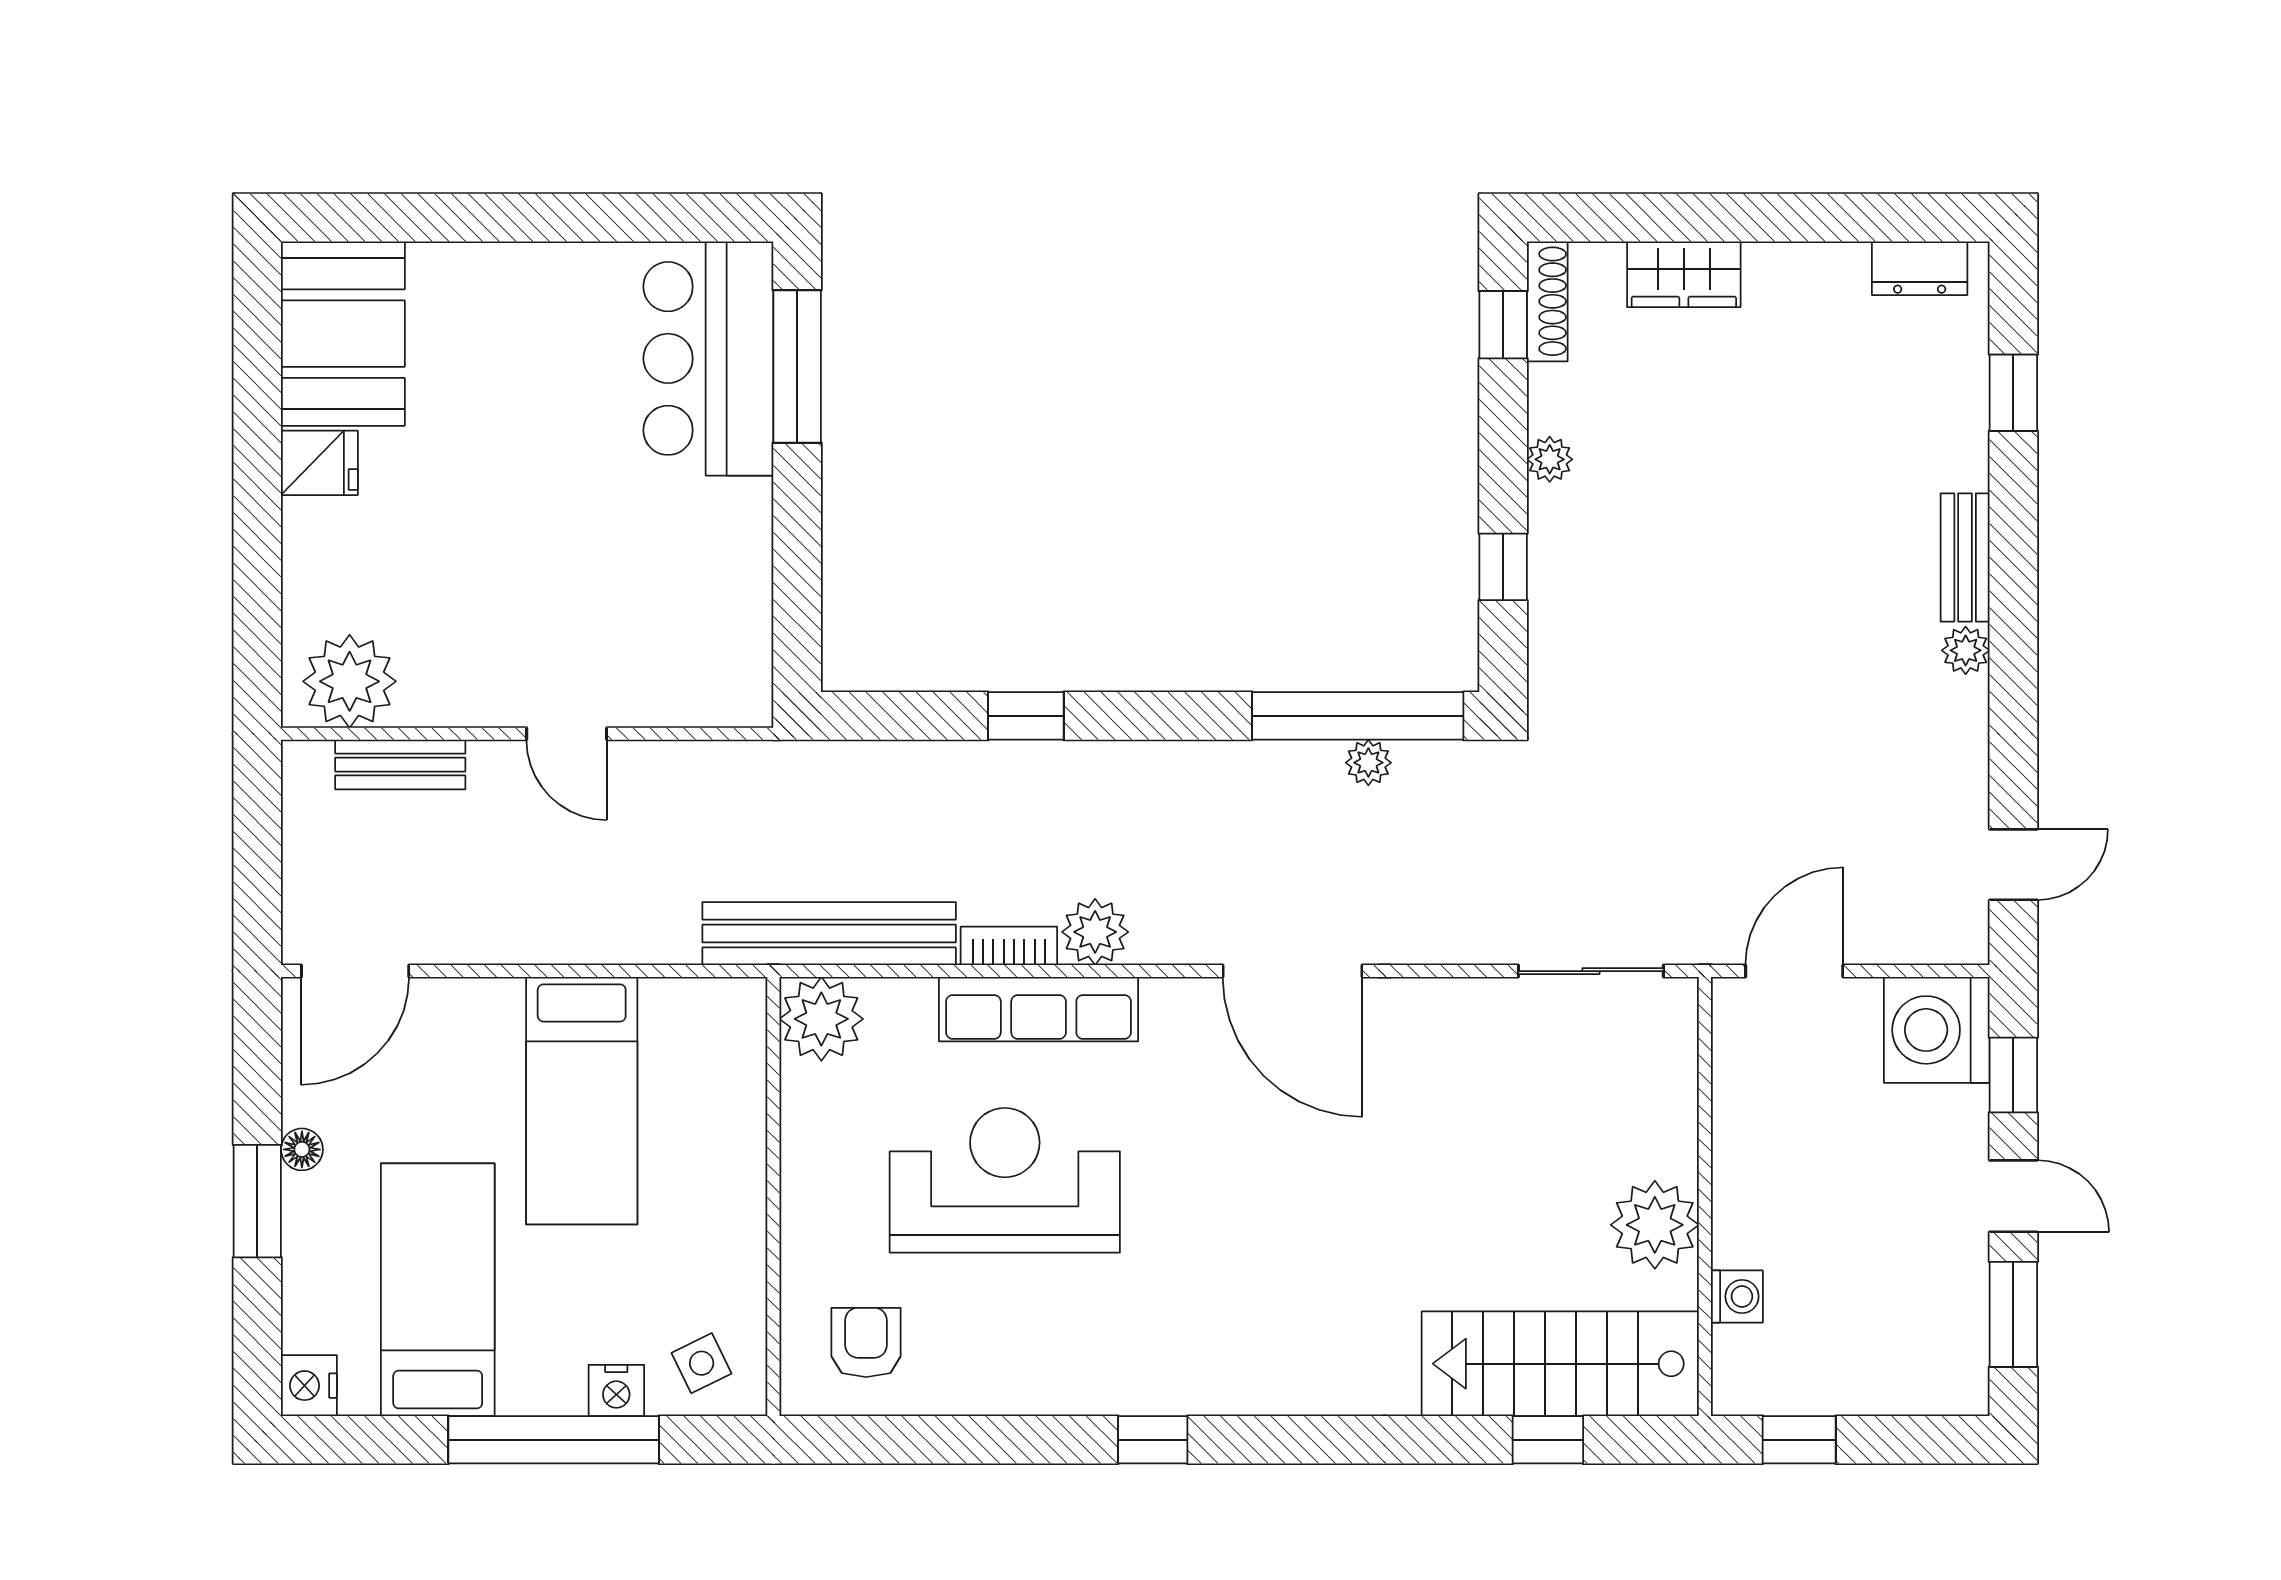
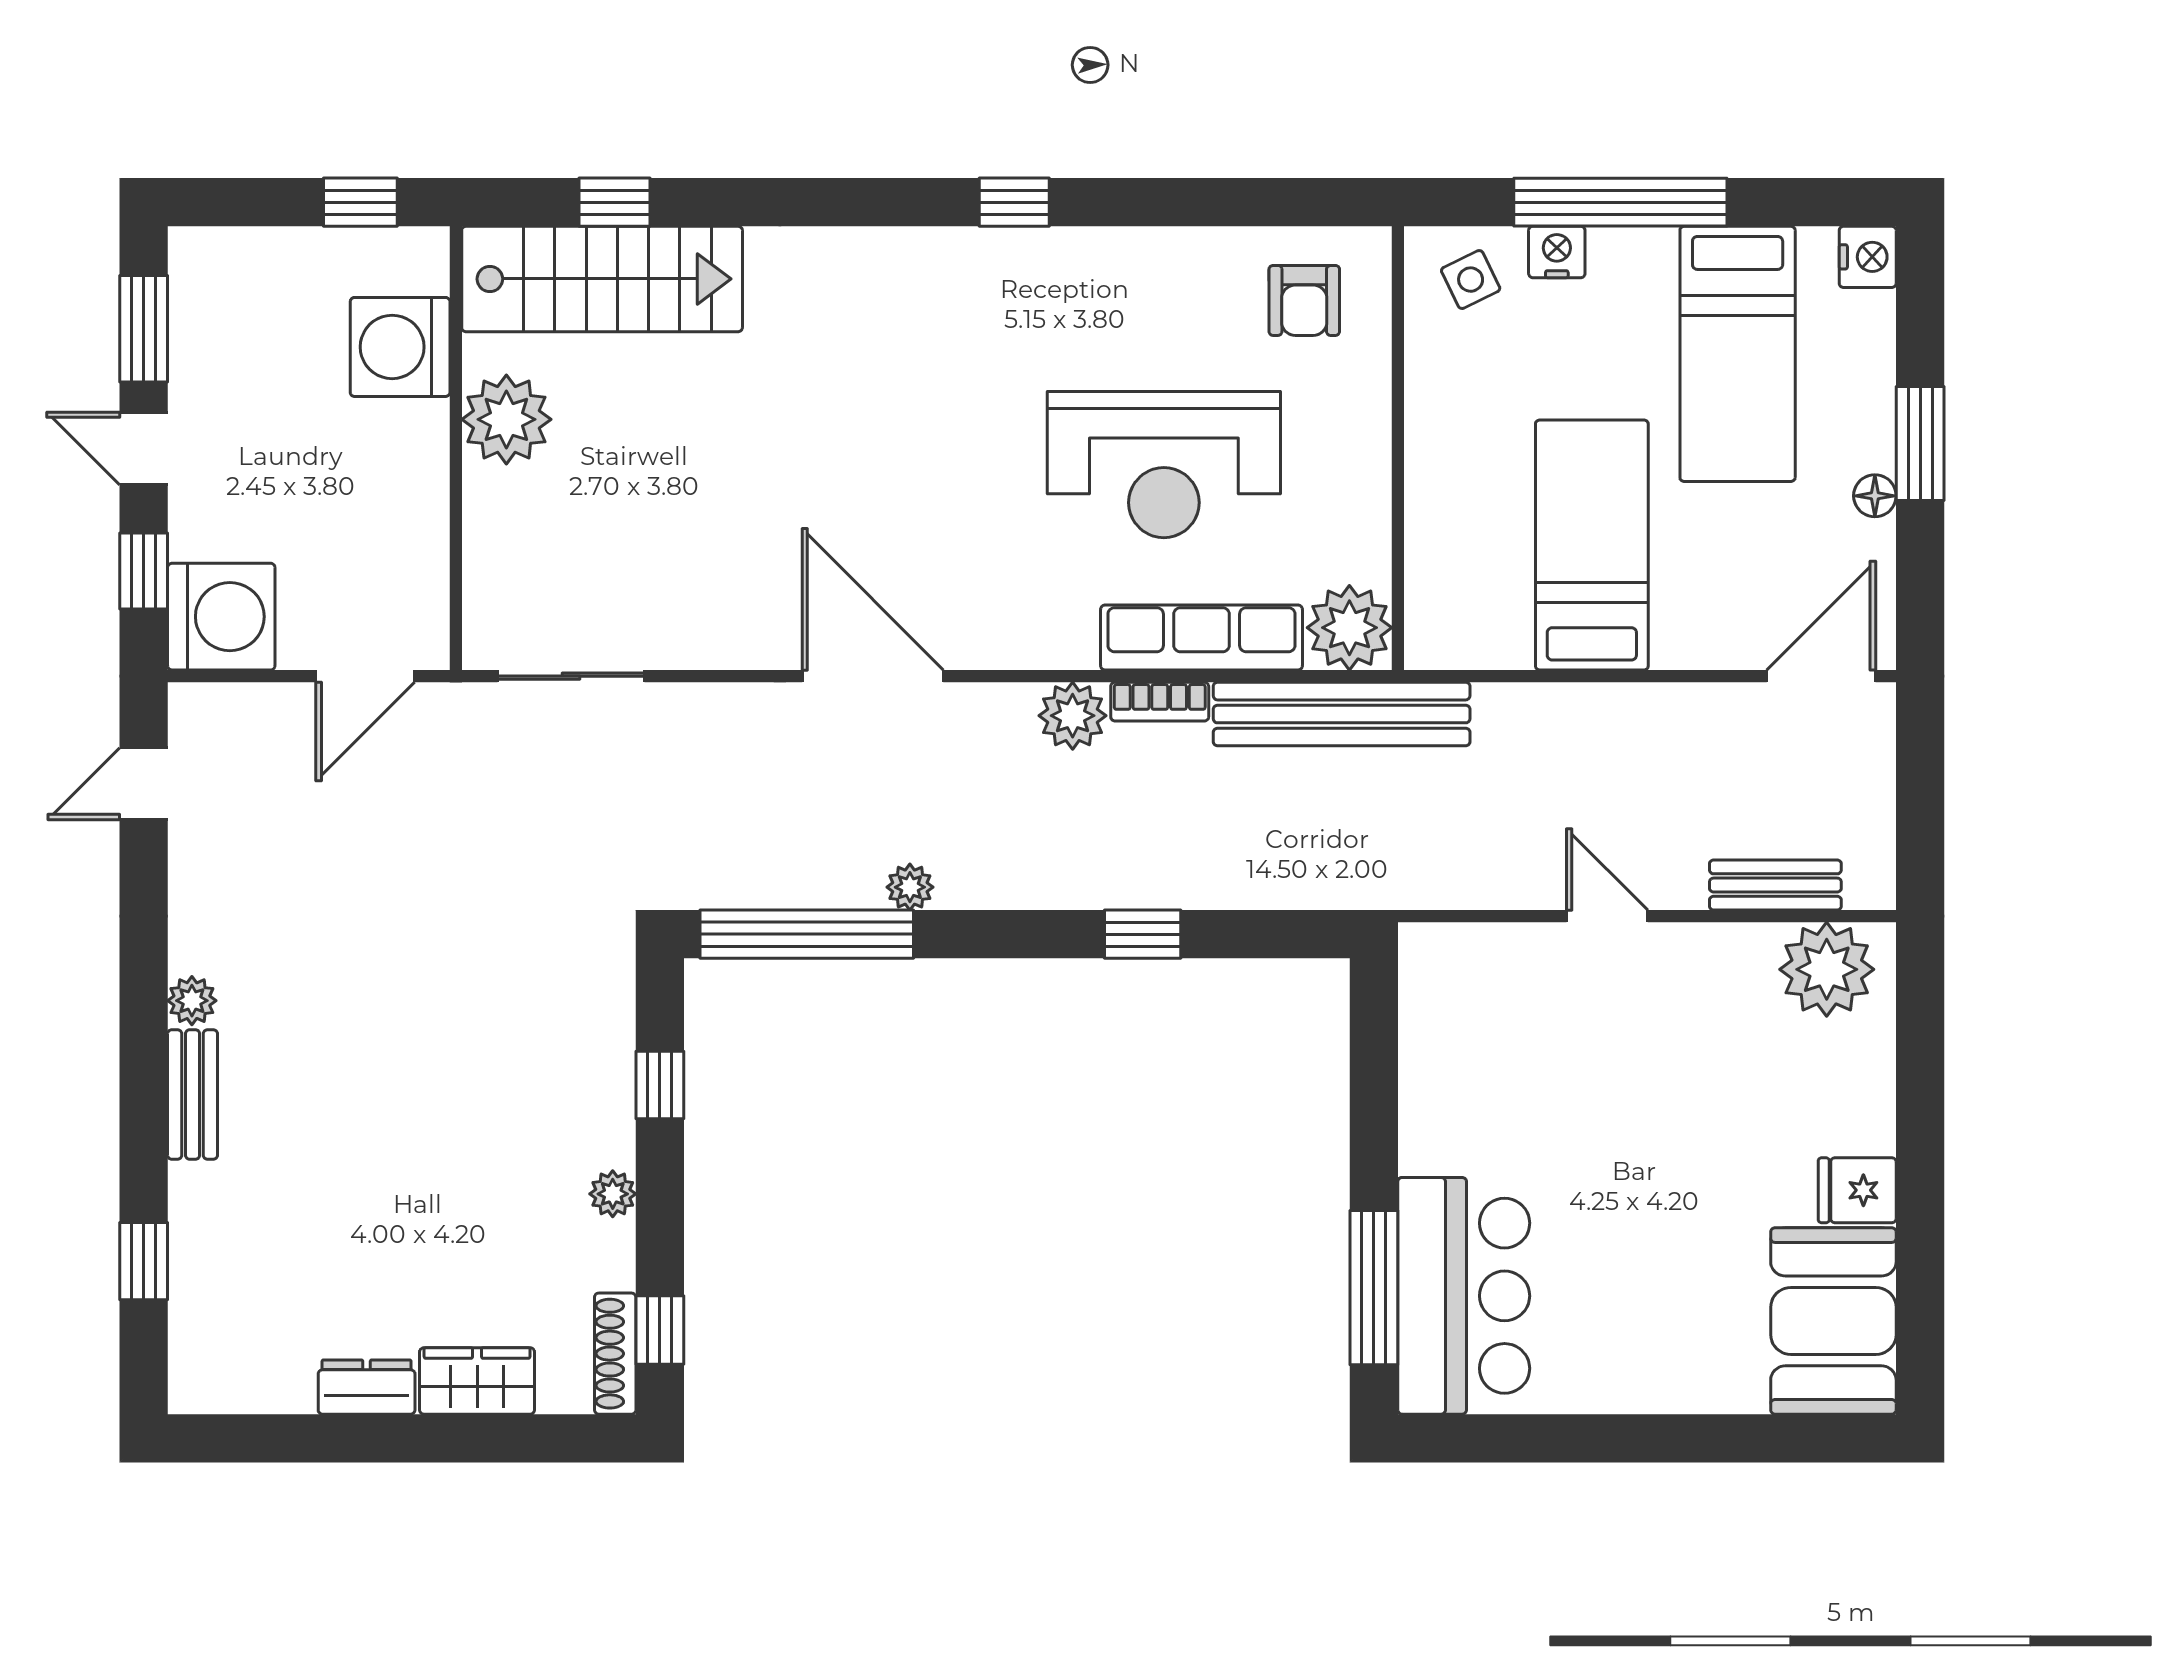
dresser: (1920, 268) -> (367, 1387), moved
plant: (1368, 763) -> (910, 887), moved
row of seats: (1039, 1009) -> (1201, 638), moved
washing machine: (1737, 1296) -> (400, 347), width x1.89, depth x1.89

